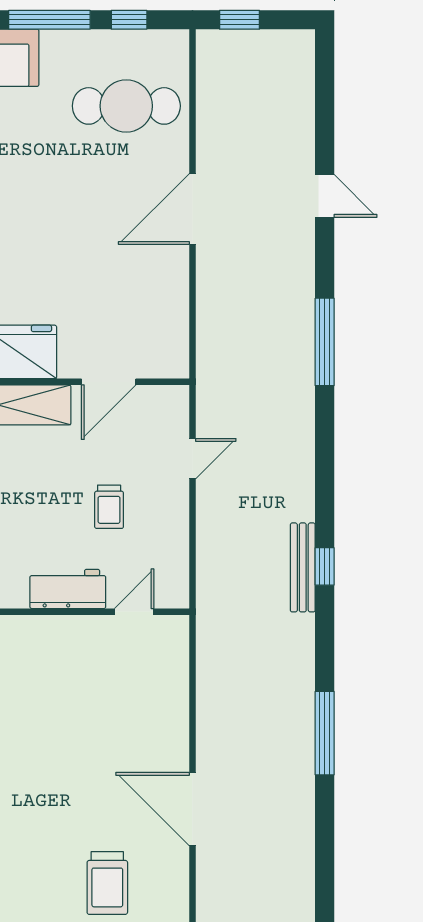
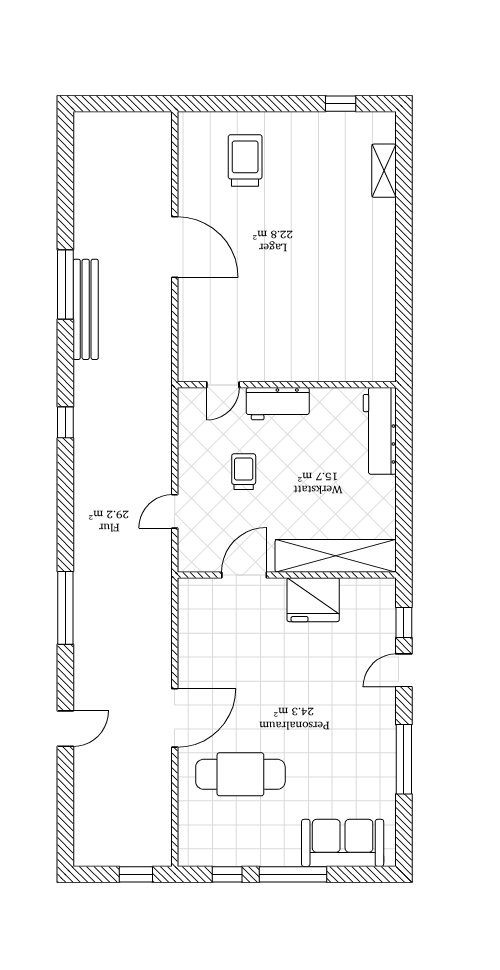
cafe table: (126, 106) -> (240, 774), moved
door: (325, 196) -> (65, 729), swing flipped
bench: (303, 567) -> (86, 309), moved, width x1.37, depth x1.21
door: (192, 809) -> (175, 247), moved

